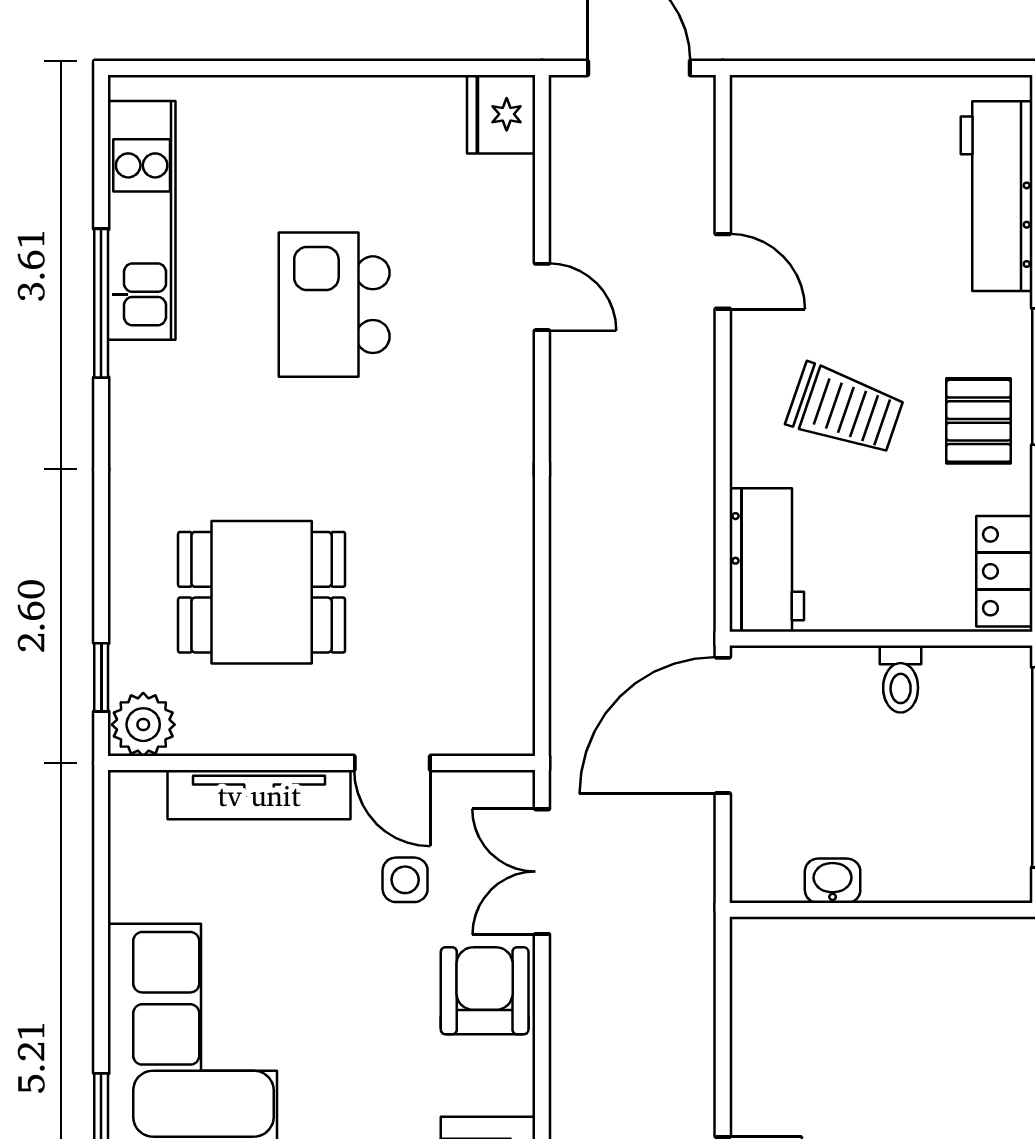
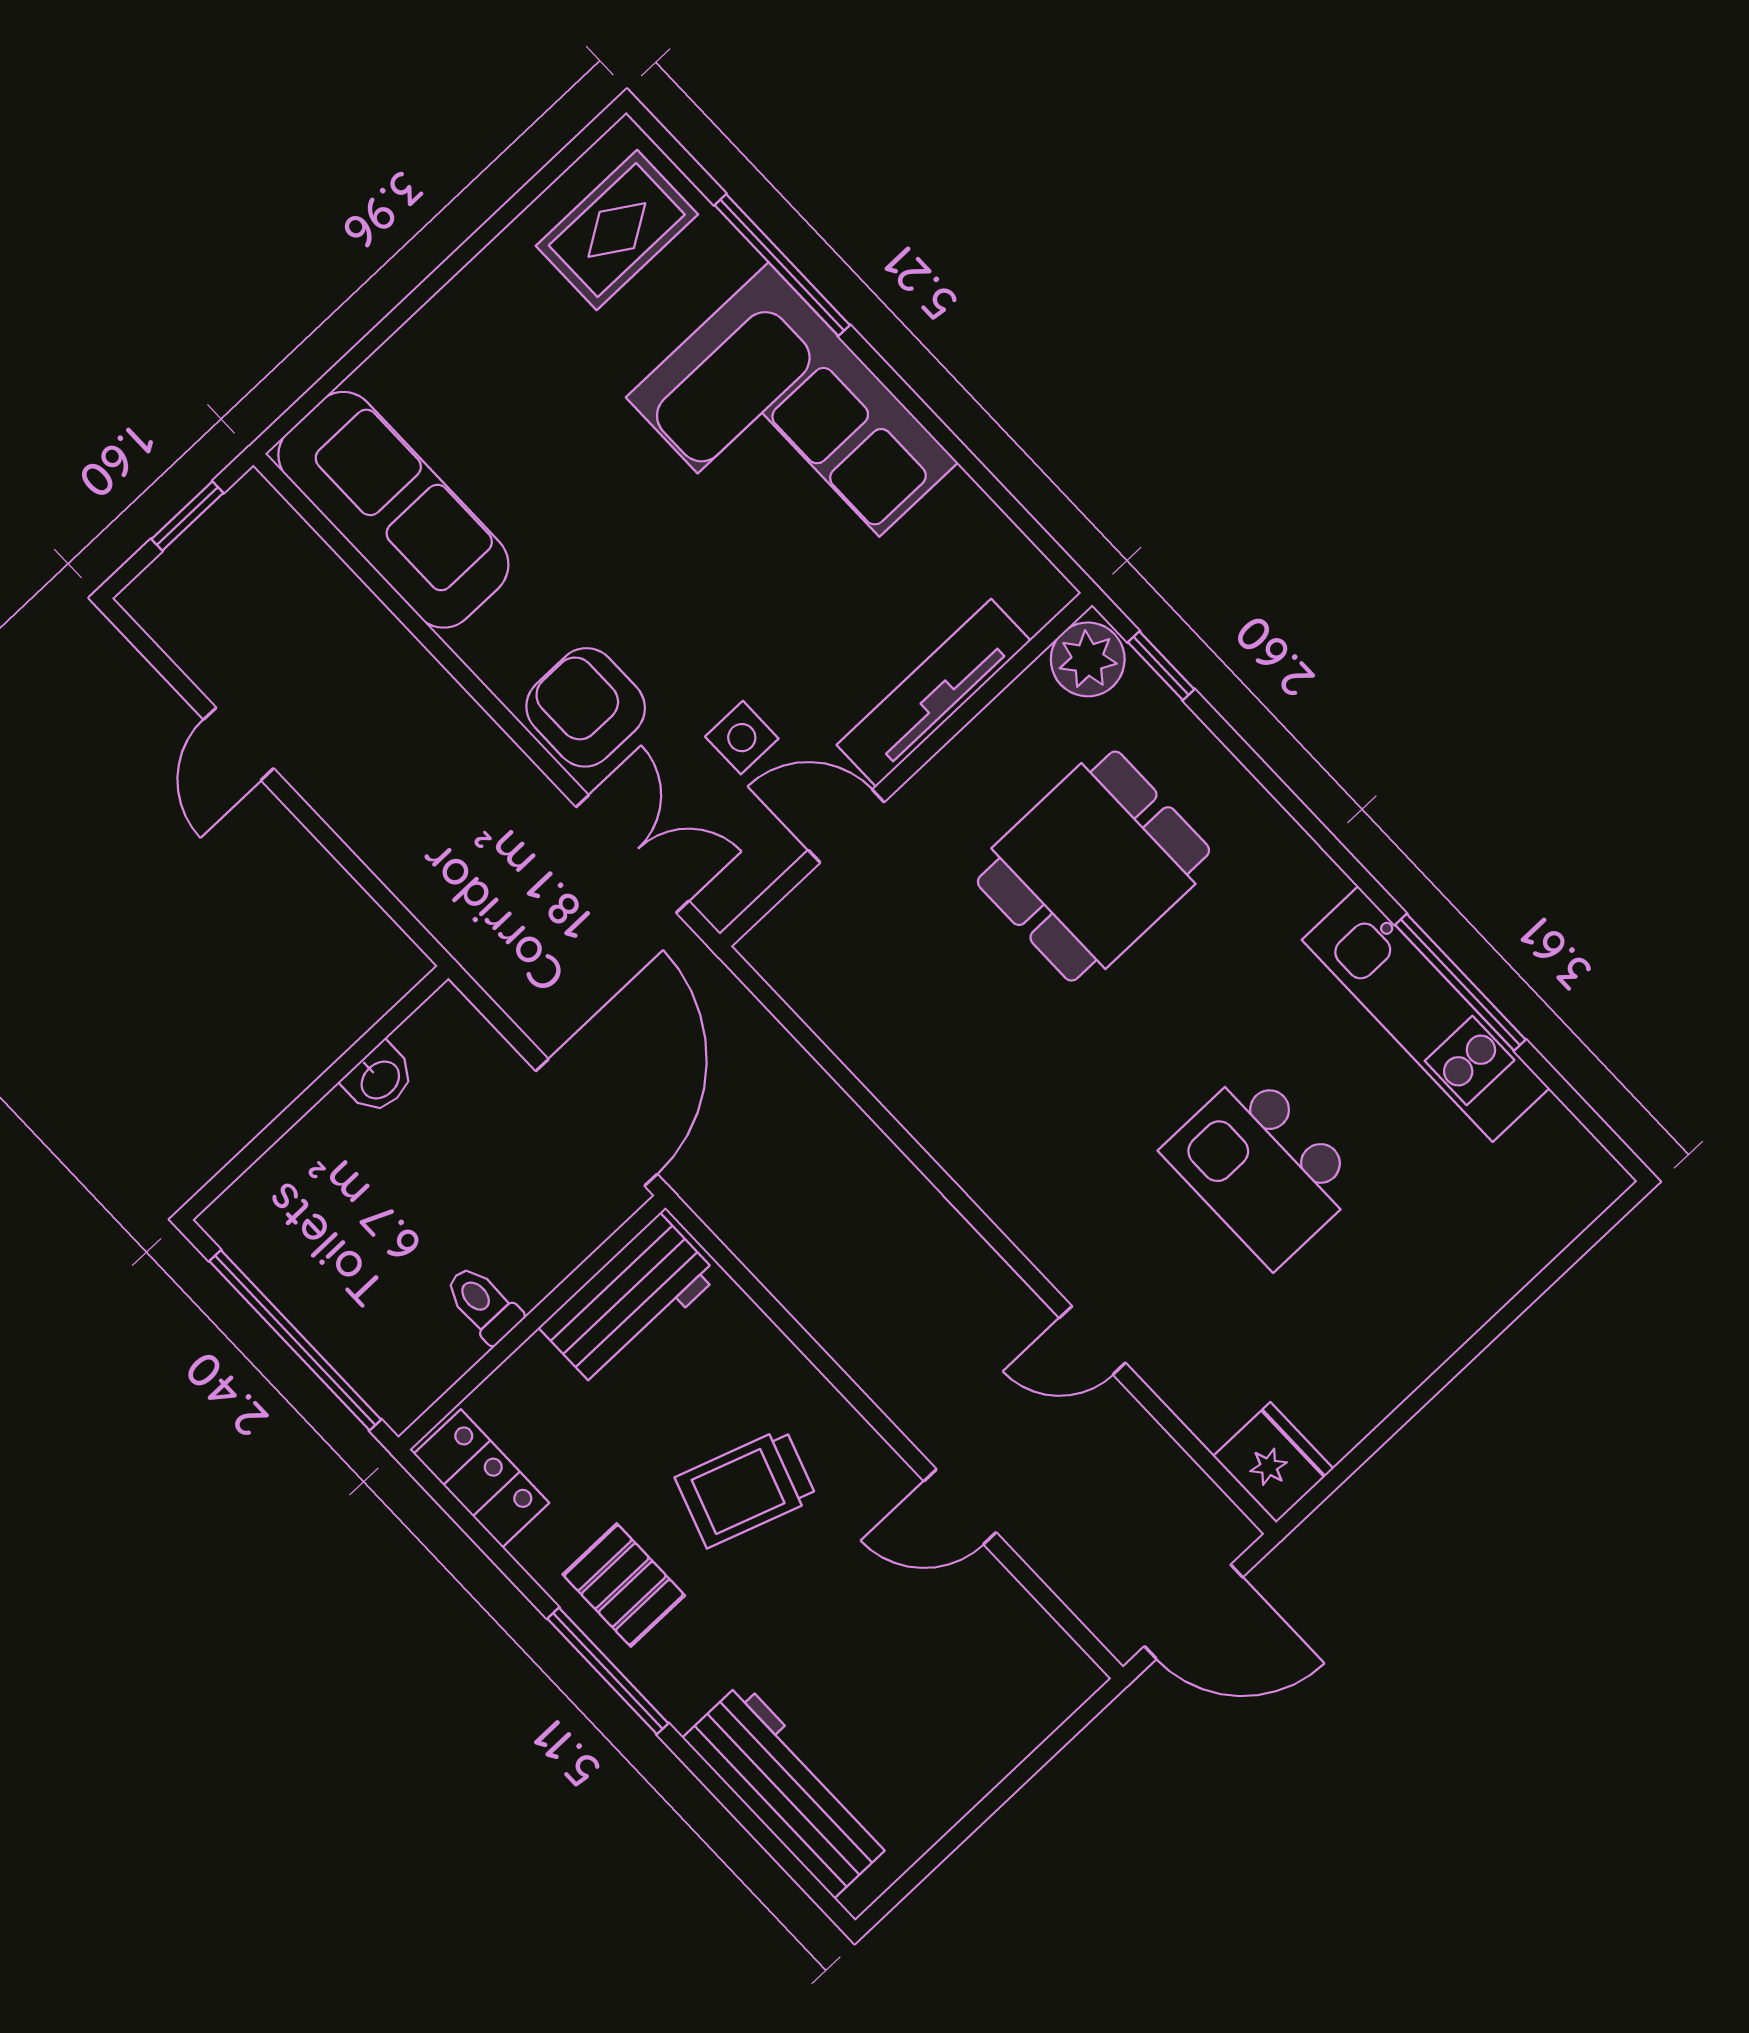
kitchen unit: (142, 220) -> (1426, 1014), moved
kitchen island: (334, 305) -> (1262, 1168), turned 180
workbench: (767, 560) -> (629, 1301), moved, turned -90
armchair: (485, 991) -> (586, 707), turned 180

